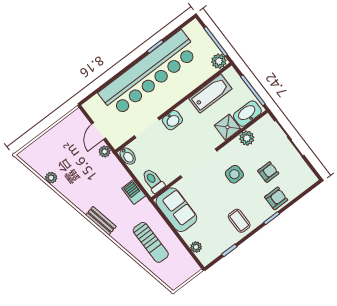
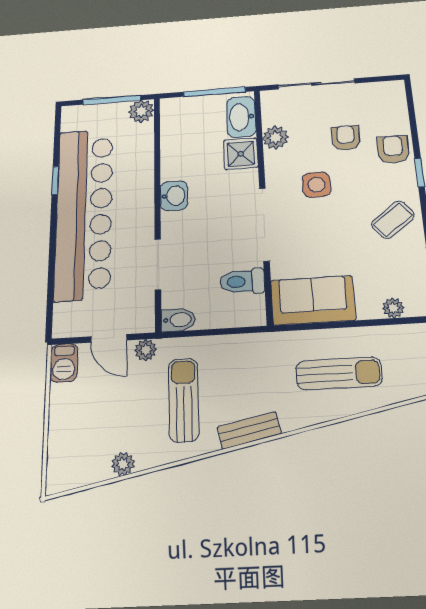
bathtub: (210, 94) -> (176, 148), removed
washbasin: (172, 120) -> (174, 196), moved
toilet: (153, 181) -> (242, 281), moved
sun lounger: (95, 184) -> (184, 400), added
barbecue: (134, 192) -> (64, 363), moved, turned -90
coffee table: (239, 221) -> (393, 220), turned -38

